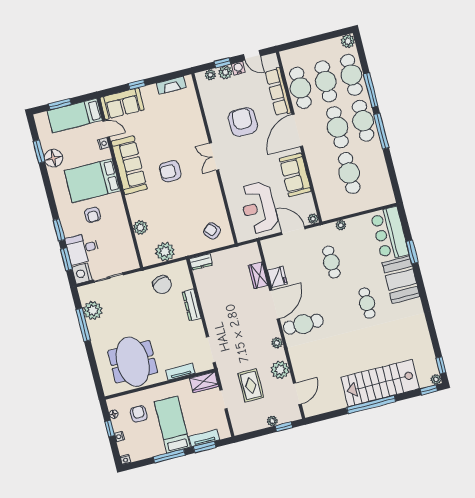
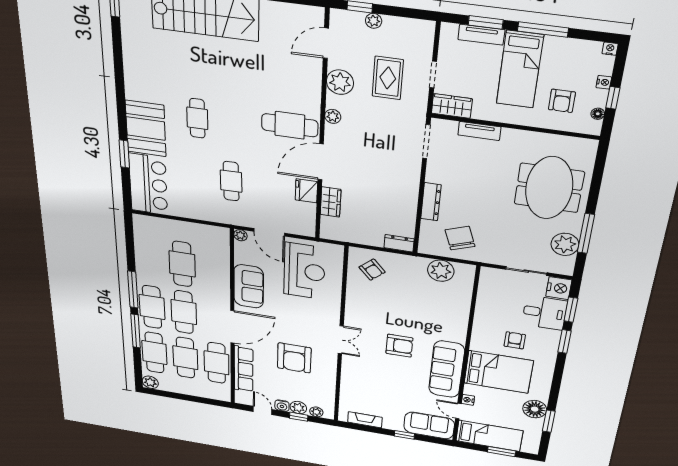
plant: (341, 225) -> (208, 216), removed
plant: (140, 227) -> (461, 306), removed
meeting table: (133, 362) -> (549, 188), moved

